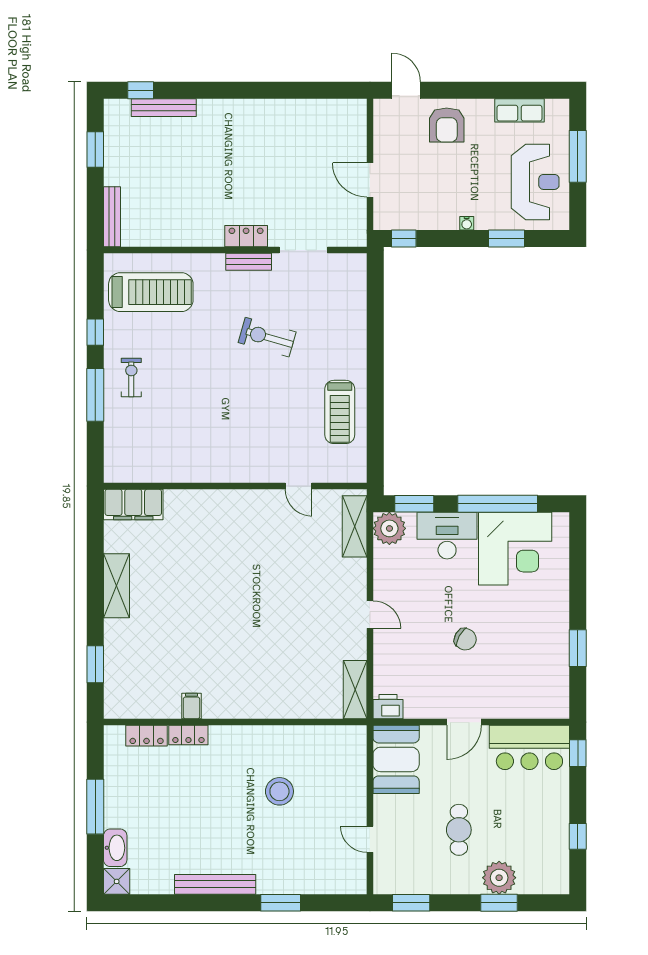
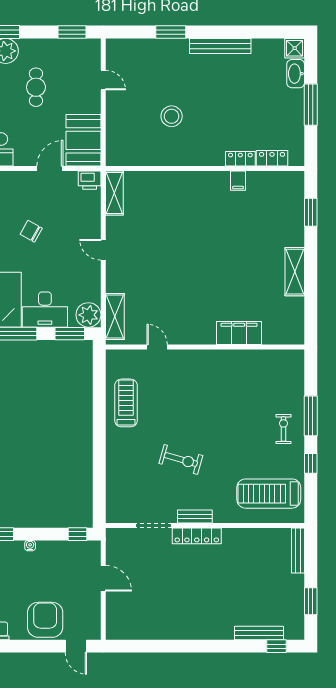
armchair: (447, 125) -> (45, 620), width x1.36, depth x1.36
locker: (246, 236) -> (197, 536), width x1.53
exercise bike: (131, 377) -> (283, 429), turned 180
filing cabinet: (133, 505) -> (239, 333), moved
door: (464, 722) -> (50, 169), moved

